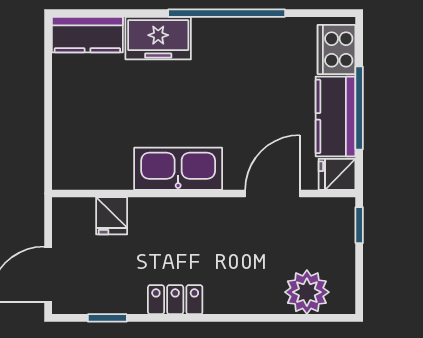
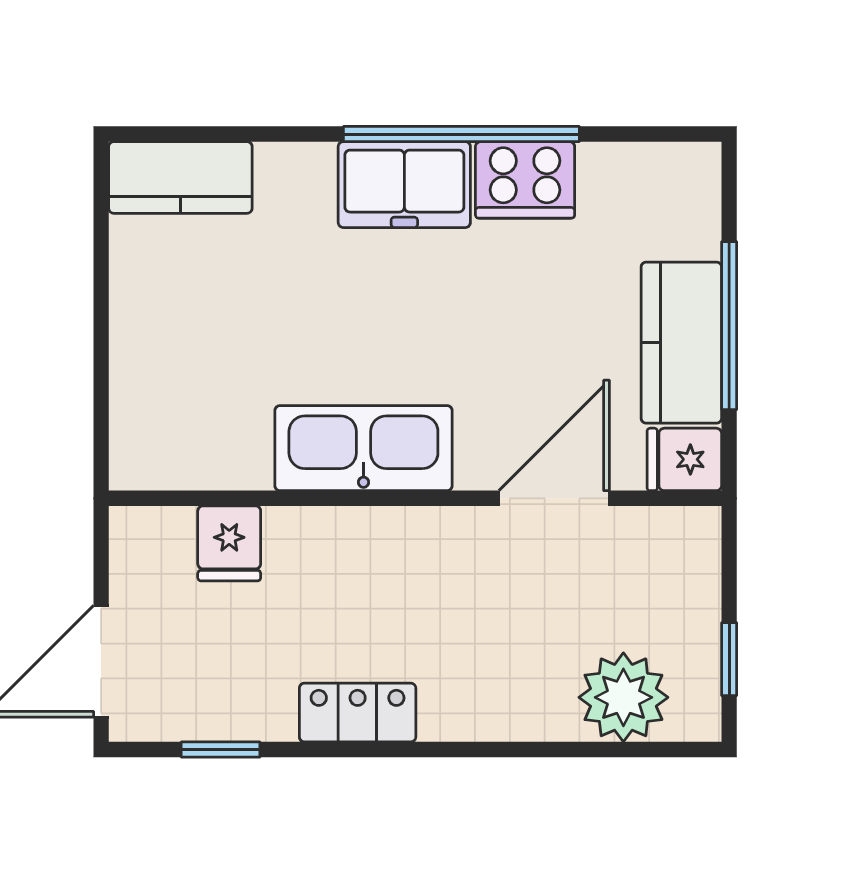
freezer: (158, 38) -> (404, 185), moved
cooker: (337, 49) -> (525, 180), moved, turned -90
window: (359, 225) -> (729, 659), moved

